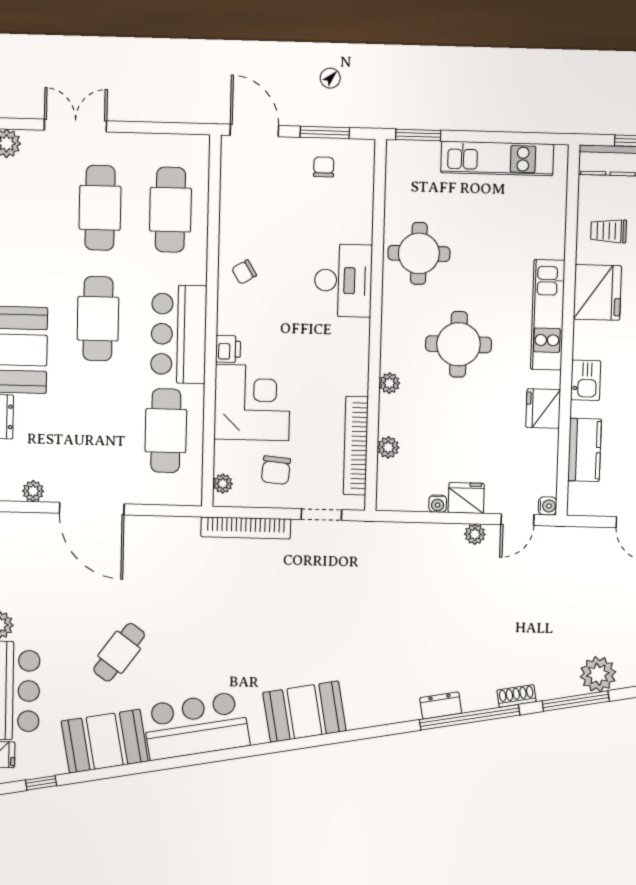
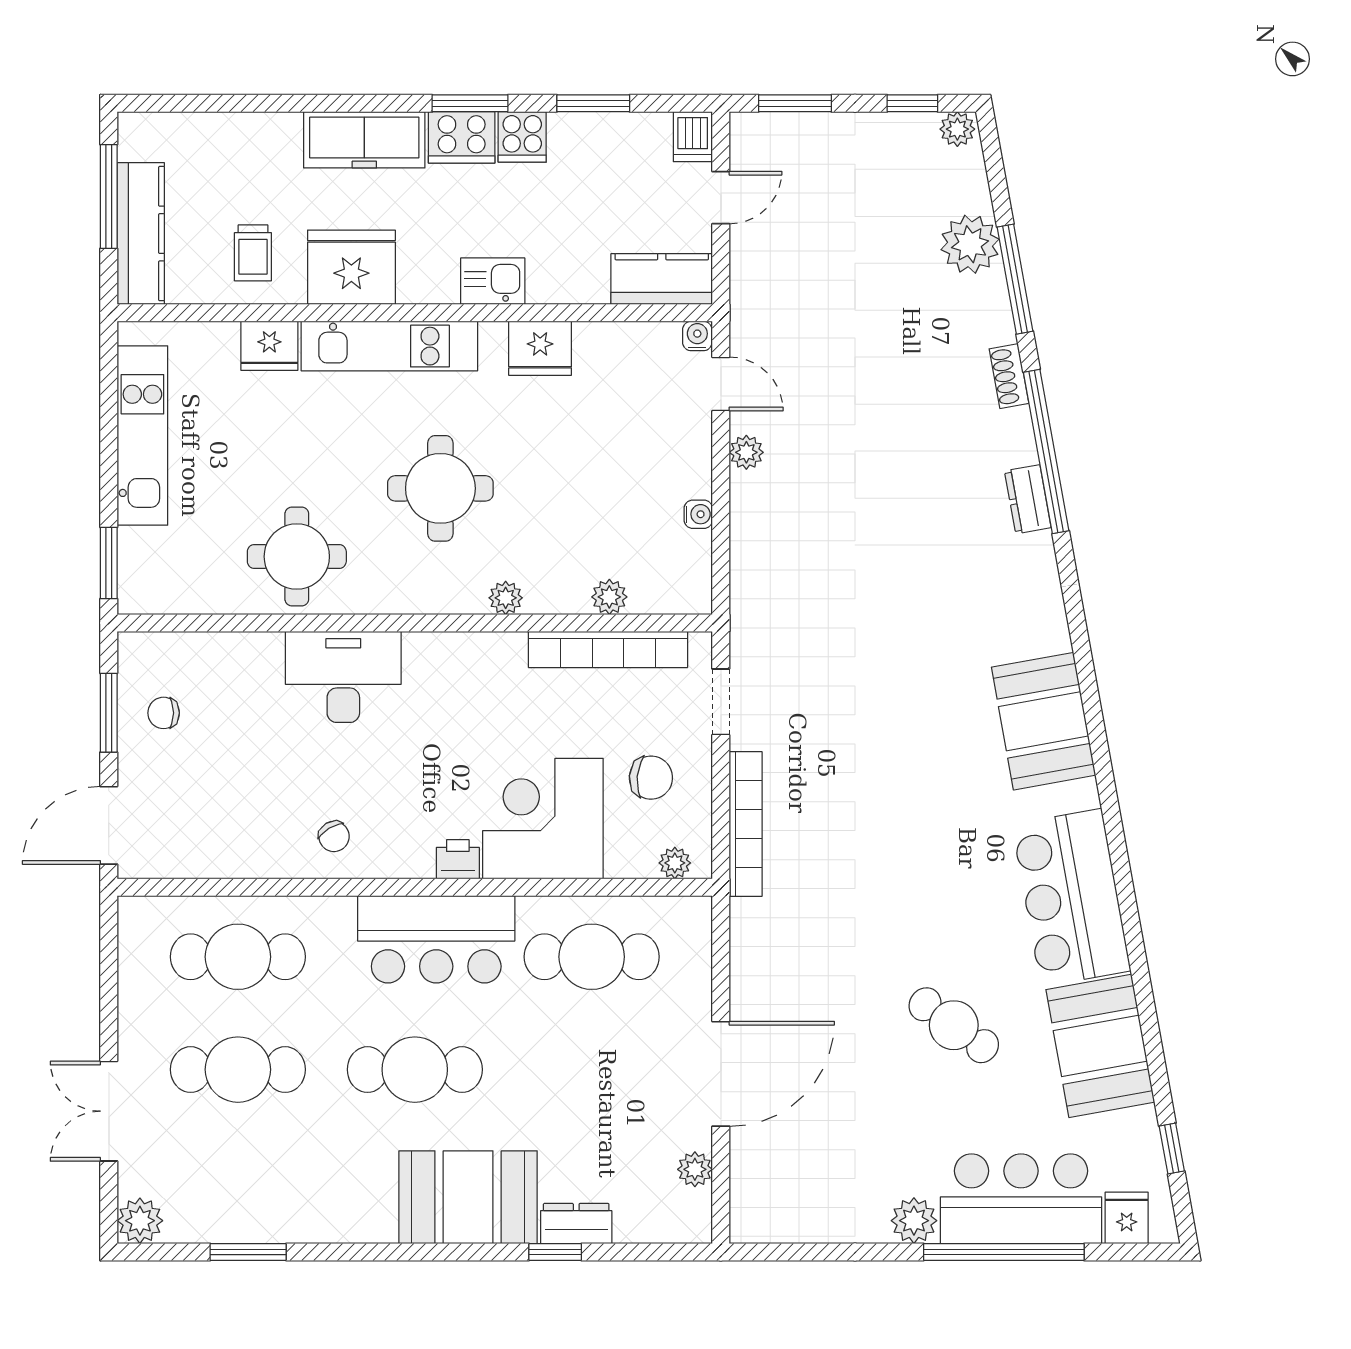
kitchen counter: (585, 450) -> (662, 279), moved
fridge: (466, 498) -> (269, 346), moved, turned -90

